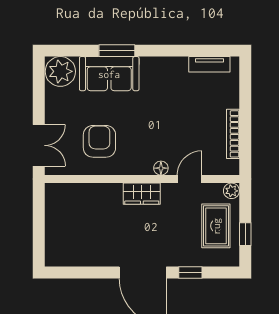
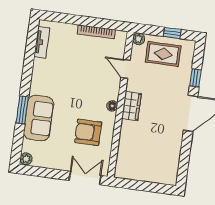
plant: (60, 71) -> (26, 159), width x0.53, depth x0.53
floor lamp: (161, 168) -> (112, 106), moved

